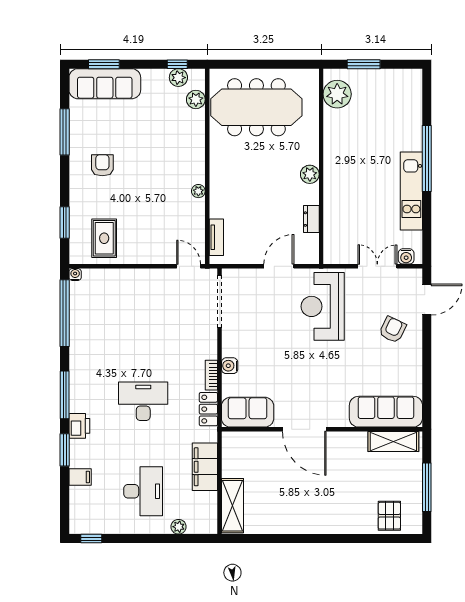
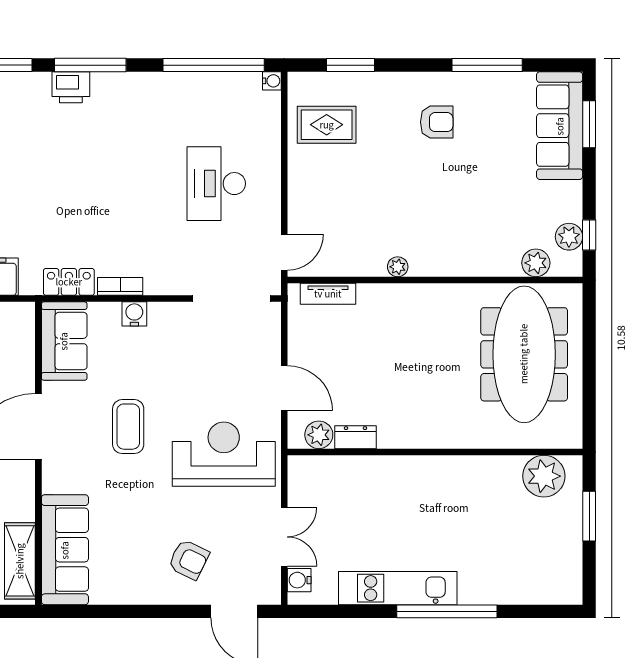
plant: (310, 174) -> (319, 435), moved
coffee table: (304, 370) -> (128, 427), added
desk: (143, 401) -> (216, 184), moved, turned 180
printer: (79, 426) -> (71, 87), moved

